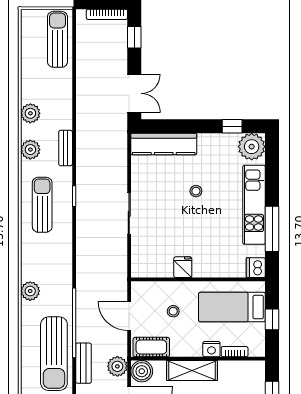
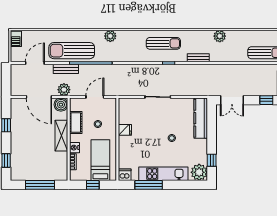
plant: (30, 150) -> (197, 36), removed
cot: (151, 347) -> (76, 122), moved

